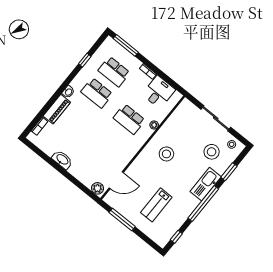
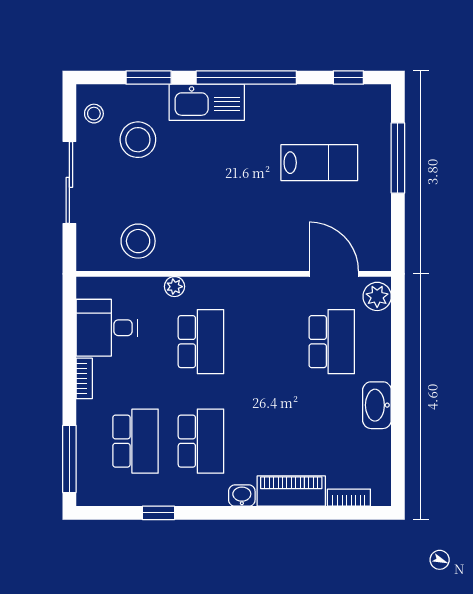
stool: (166, 154) -> (138, 241), moved
school desk: (95, 162) -> (332, 342), added
window: (122, 219) -> (398, 158), moved

